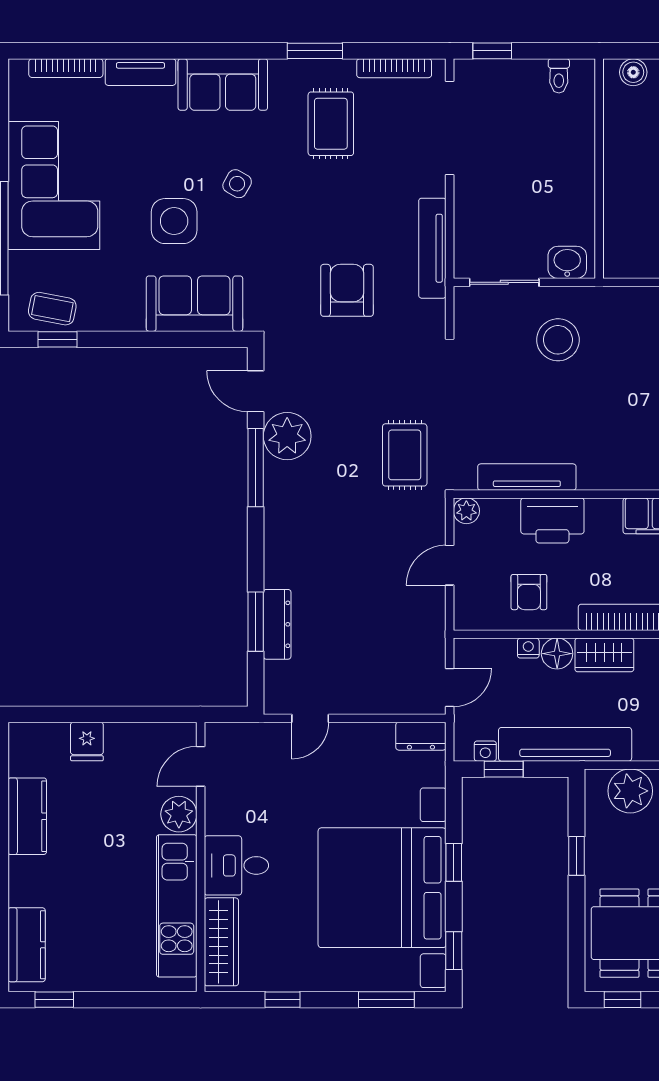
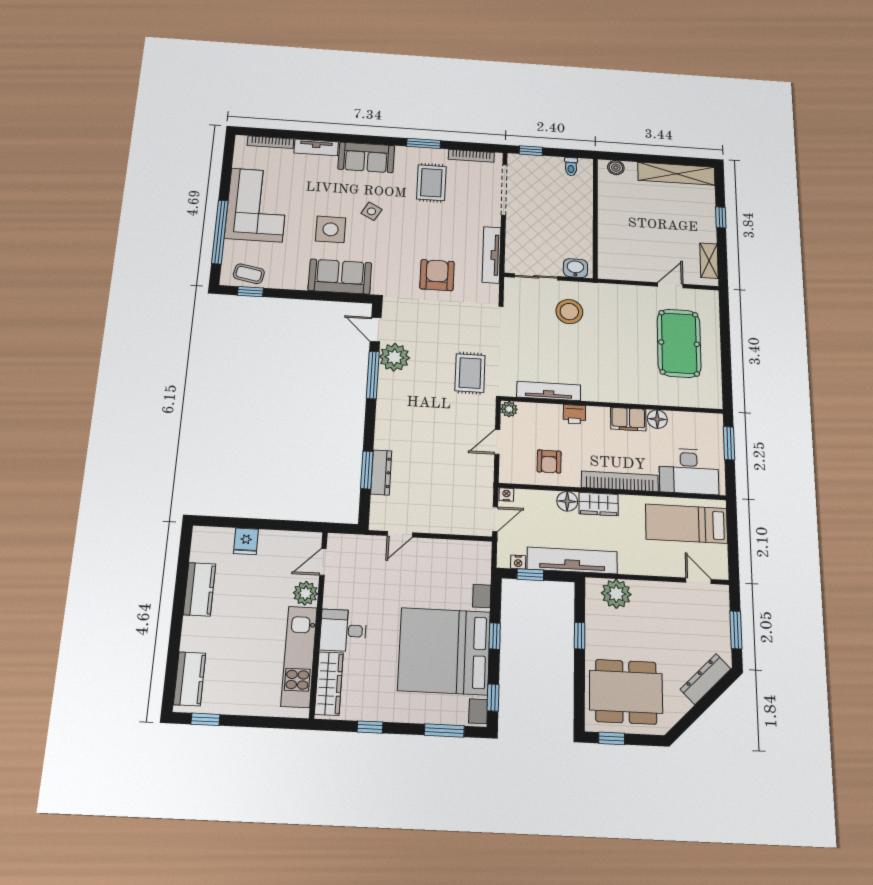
printer: (552, 520) -> (574, 414), width x0.53, depth x0.68
nightstand: (528, 648) -> (506, 495), moved
dresser: (421, 736) -> (475, 550), removed

